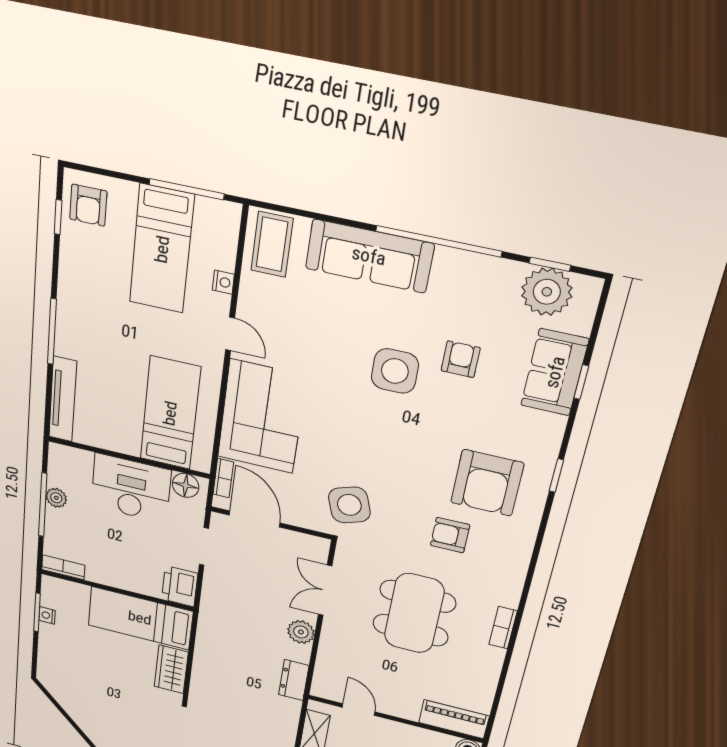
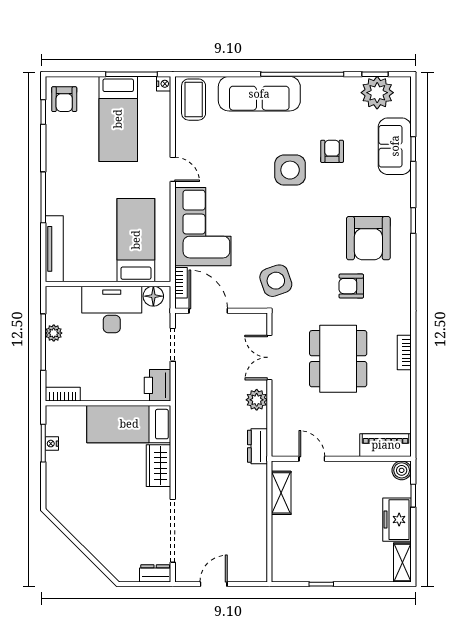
nightstand: (223, 282) -> (164, 84), moved

